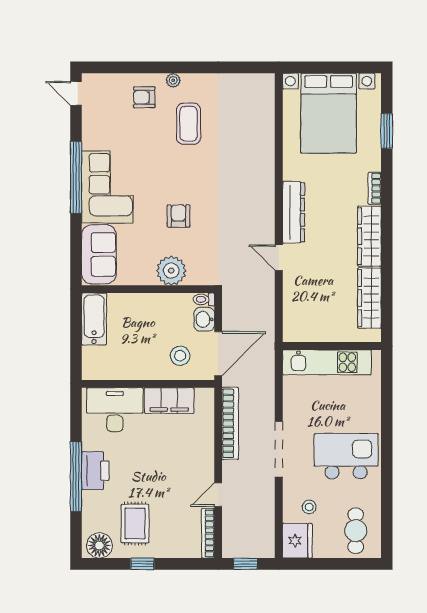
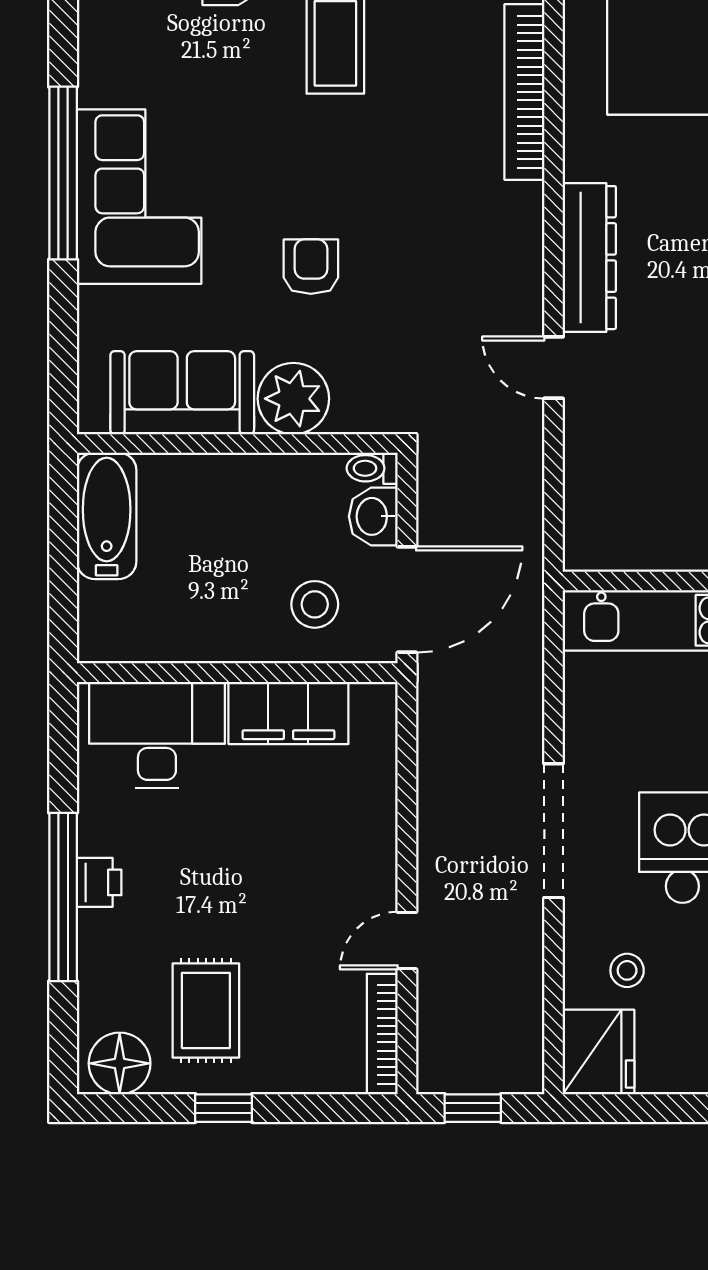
sofa: (99, 254) -> (182, 393), moved, turned -90
bookcase: (230, 423) -> (524, 92), moved, turned 180
printer: (95, 471) -> (99, 882), width x0.53, depth x0.68

